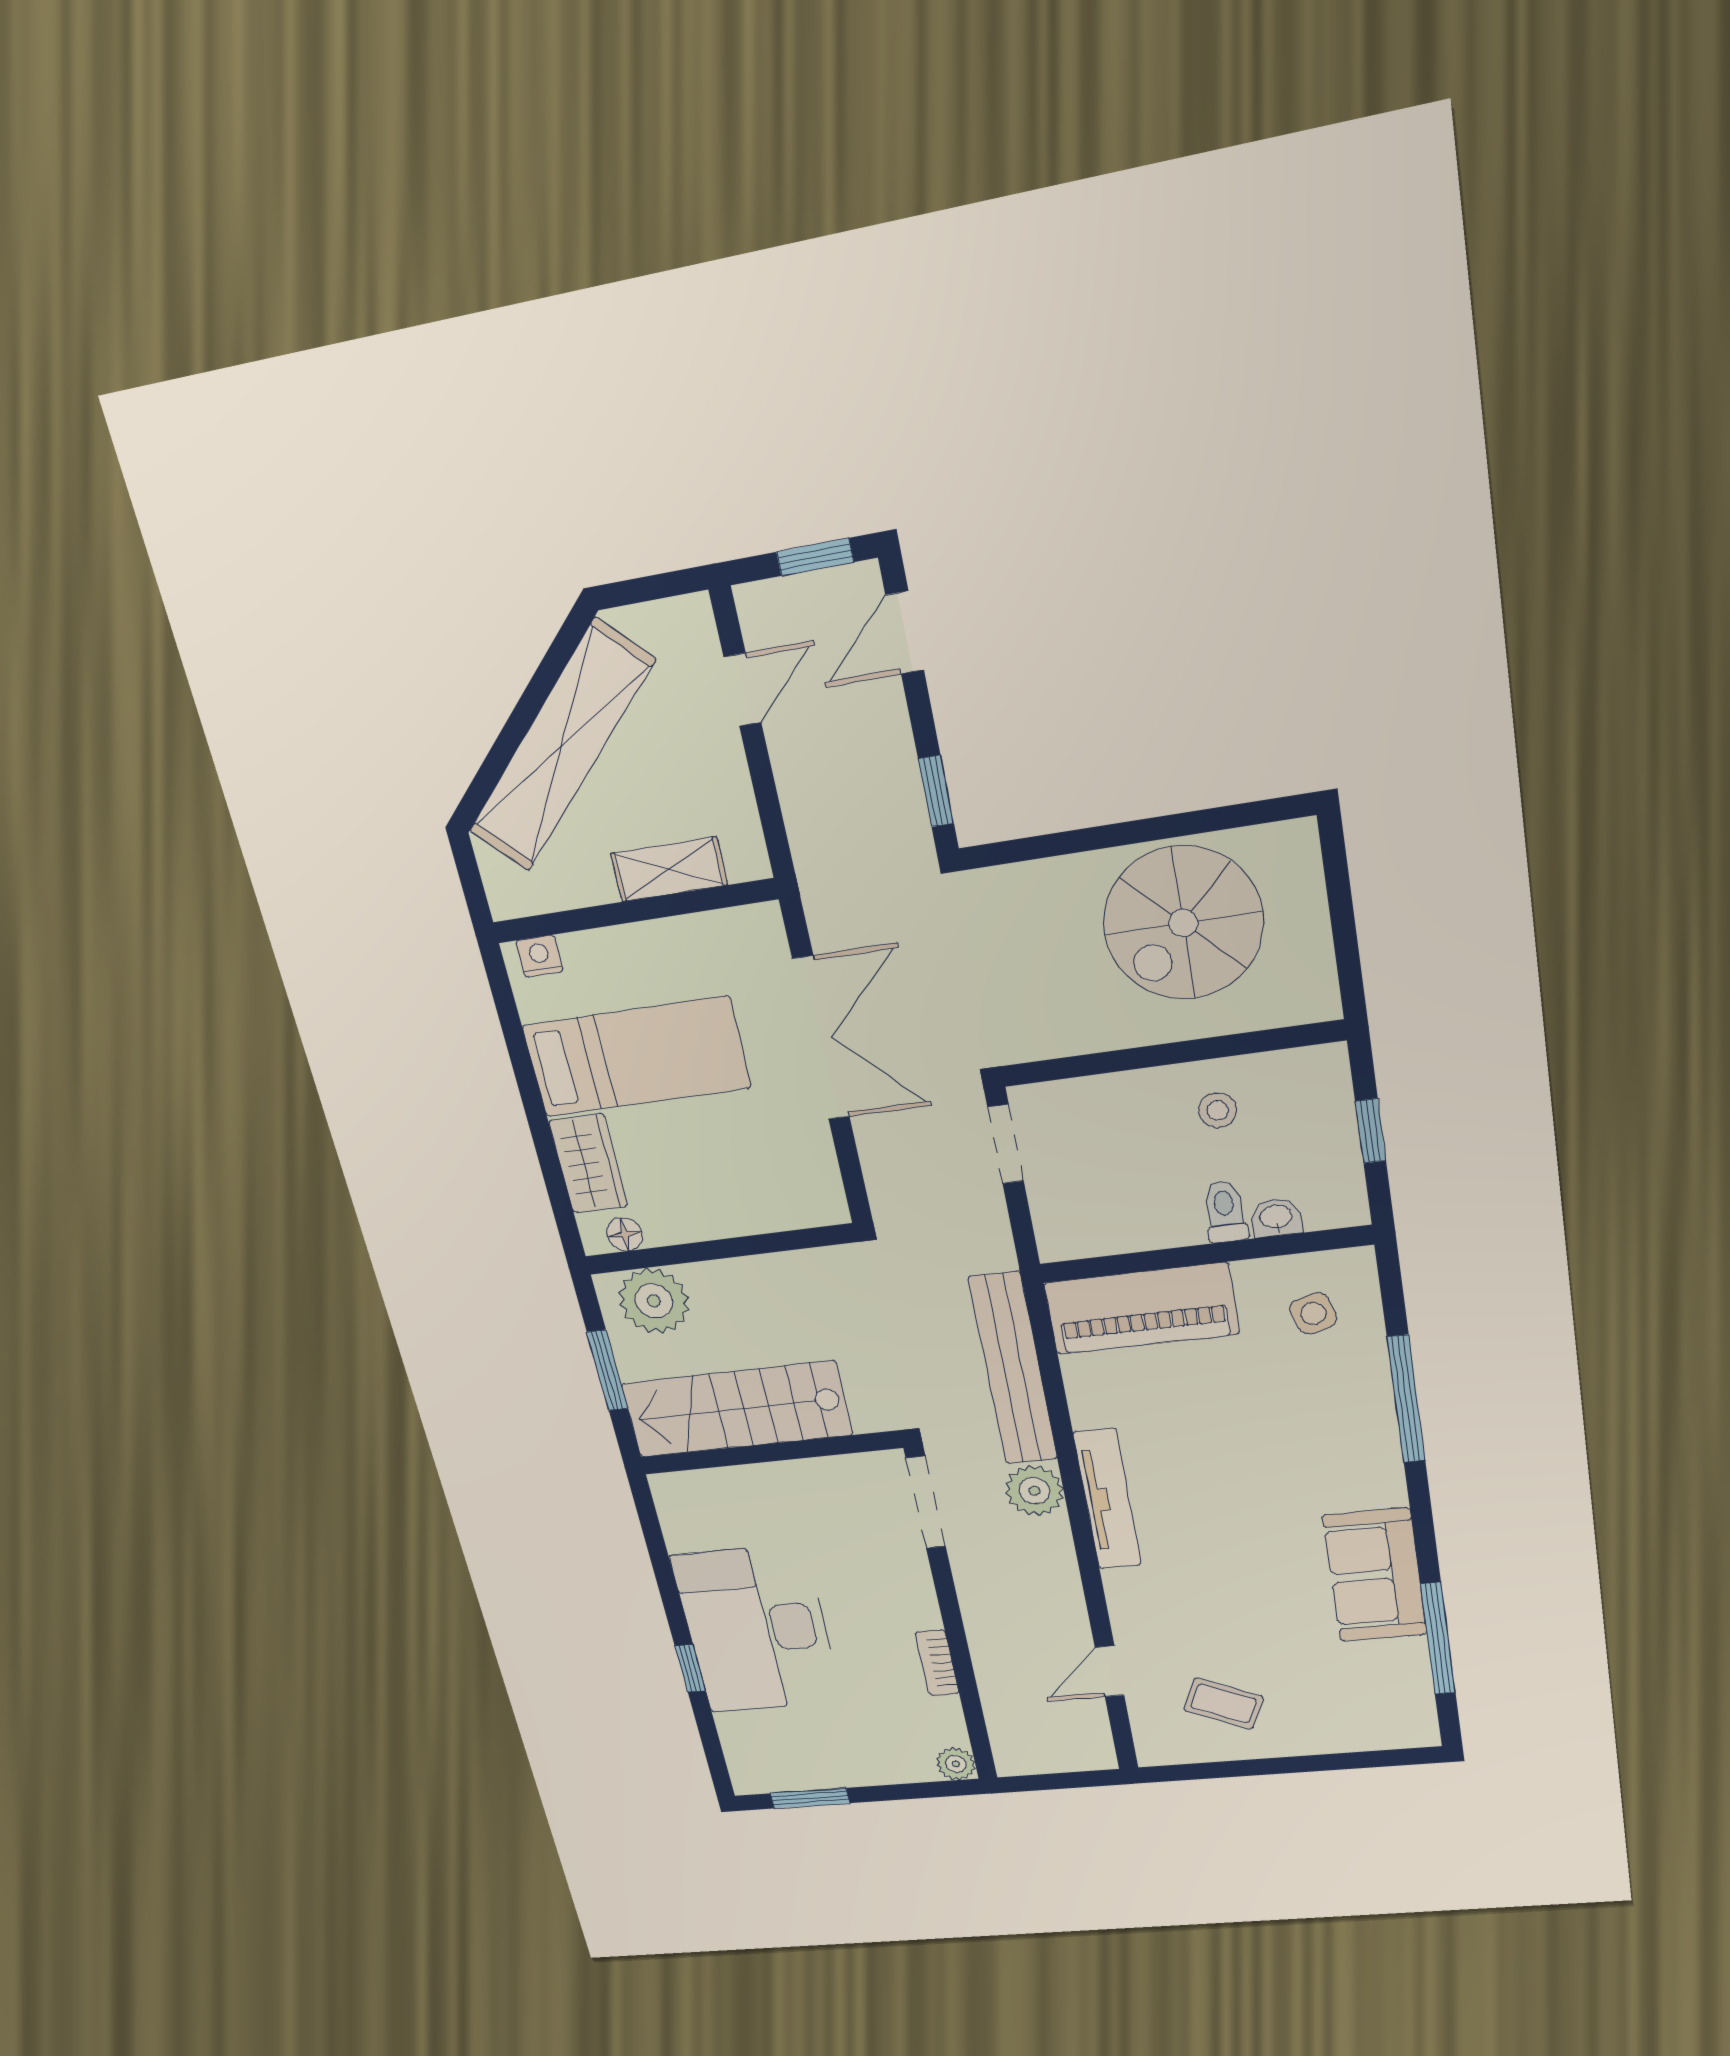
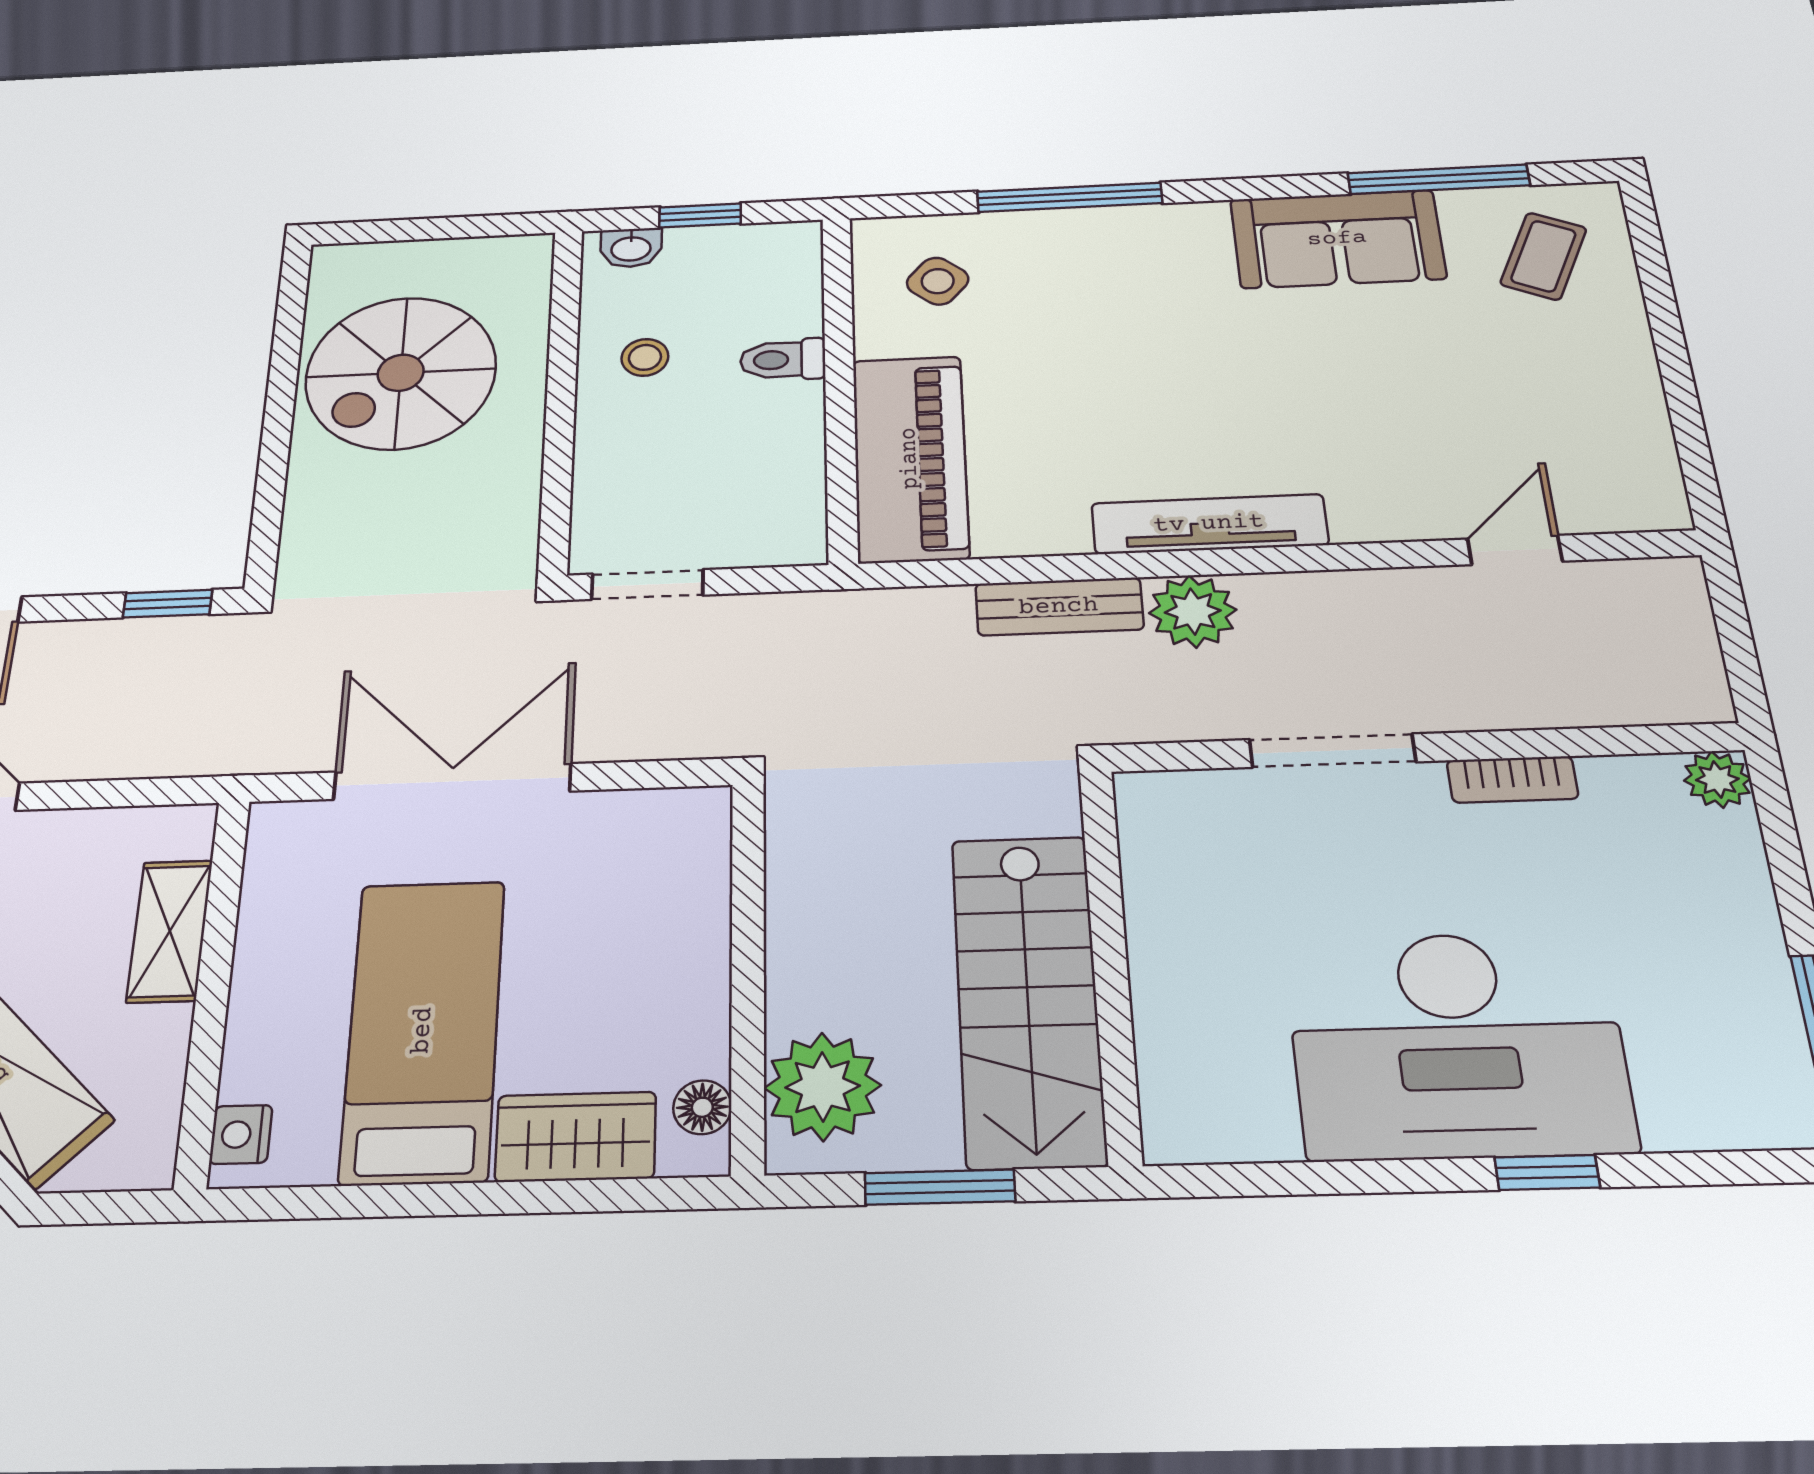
spiral stairs: (1183, 923) -> (401, 373), turned 90
washbasin: (1276, 1218) -> (631, 248), moved, turned -90
side table: (1313, 1313) -> (938, 281), turned -33
bench: (1013, 1369) -> (1059, 607), width x0.54, depth x0.82
doorway: (926, 1502) -> (1332, 751), moved
door: (1110, 1671) -> (1515, 550), swing flipped
coffee table: (1224, 1703) -> (1543, 256), moved

